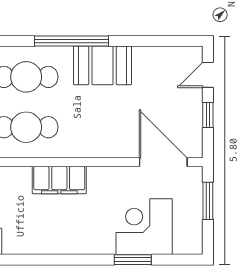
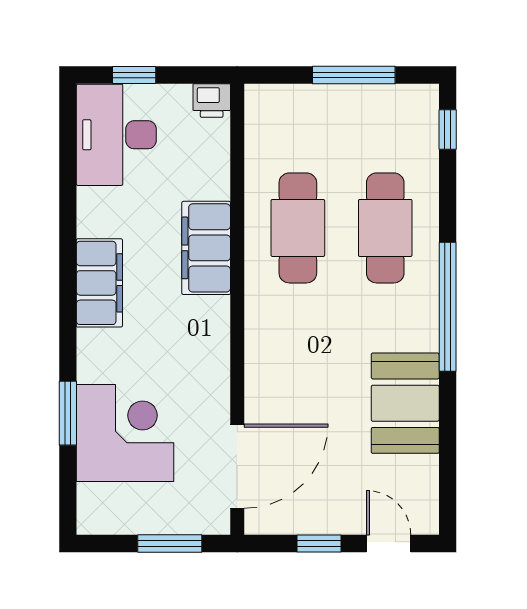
booth: (103, 65) -> (405, 403), moved
filing cabinet: (59, 180) -> (206, 248), moved
filing cabinet: (58, 241) -> (99, 283), added

